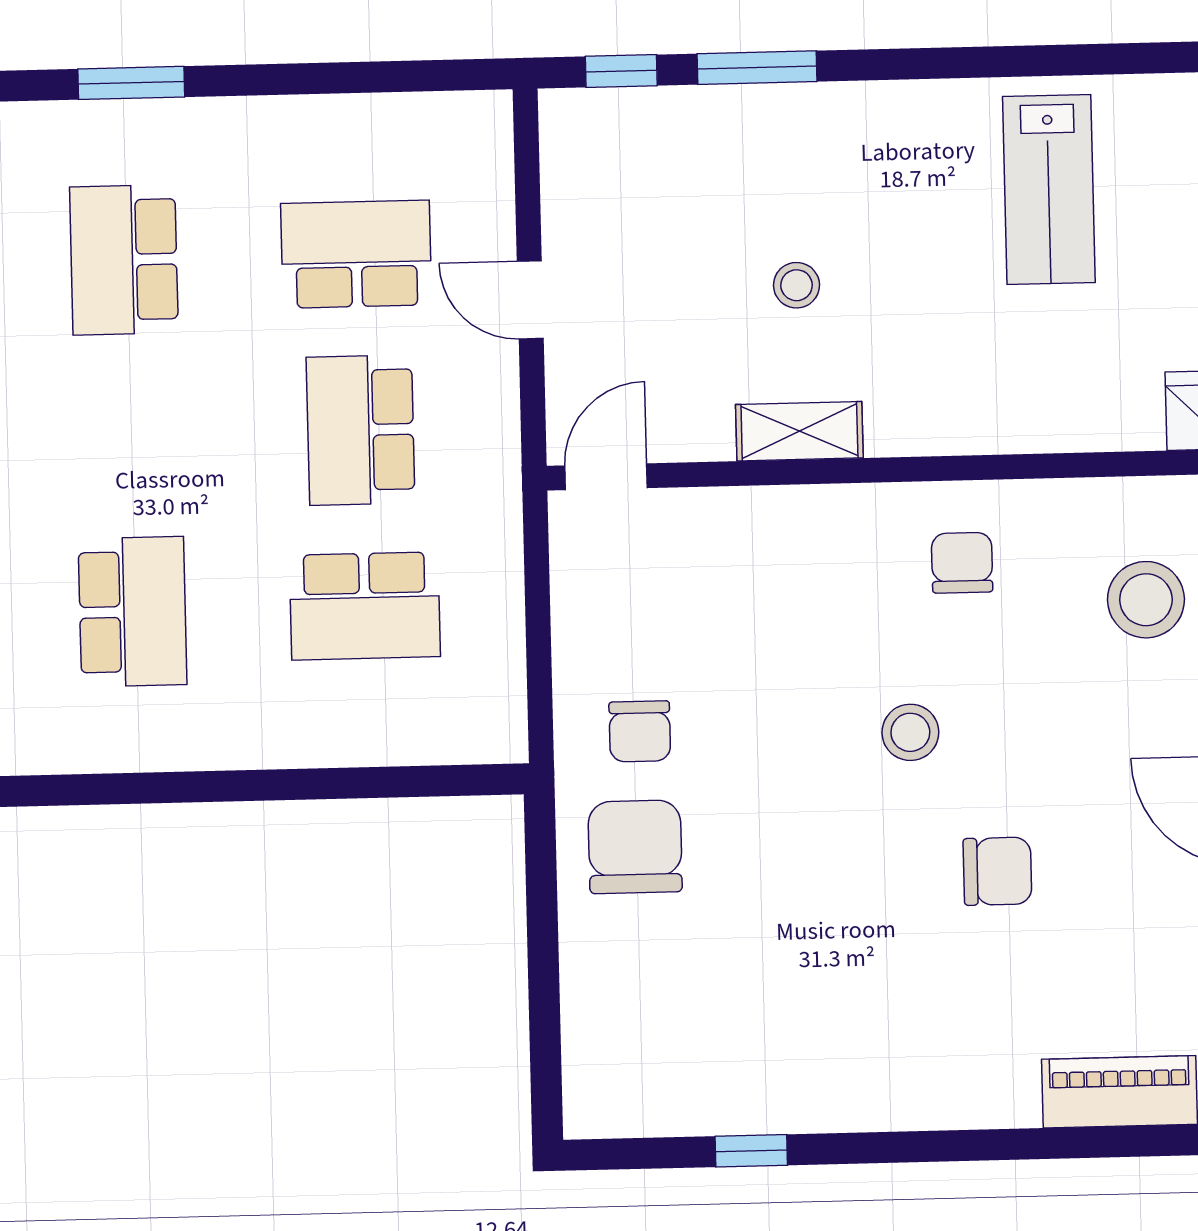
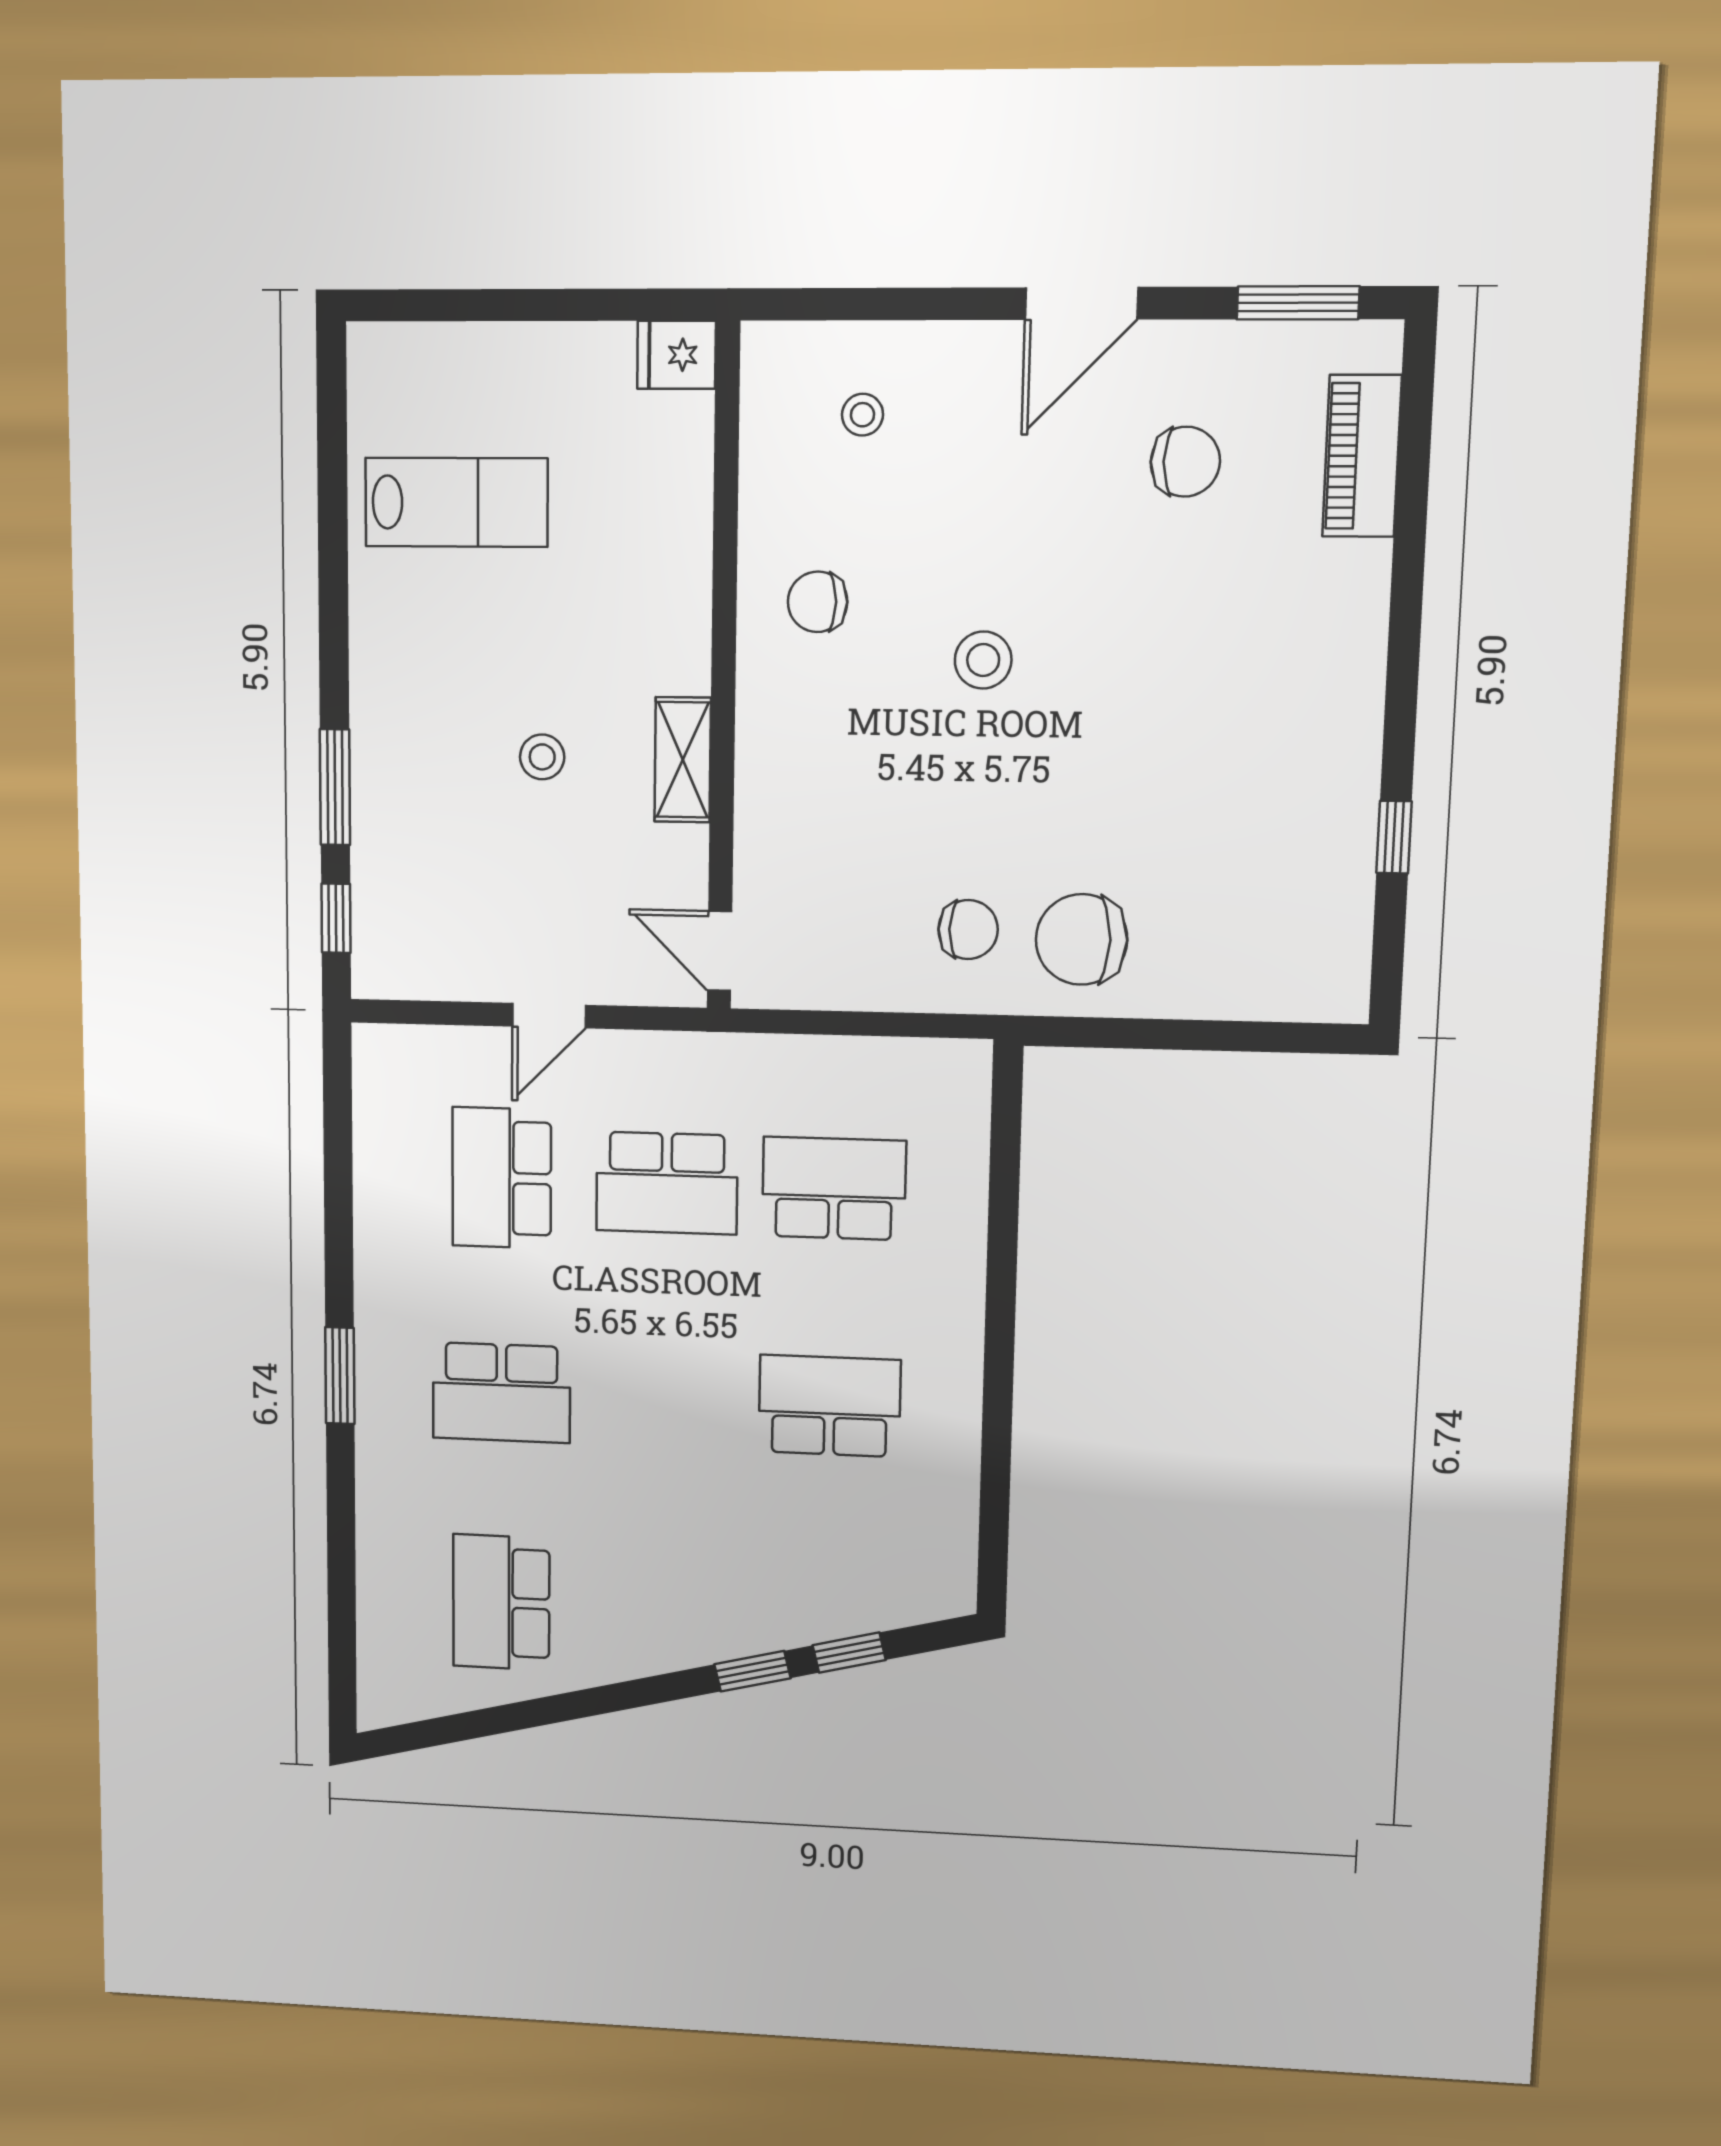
stool: (1146, 600) -> (862, 415), width x0.53, depth x0.53
school desk: (365, 606) -> (834, 1188), turned -90
chair: (997, 871) -> (1185, 462), moved, turned 90

